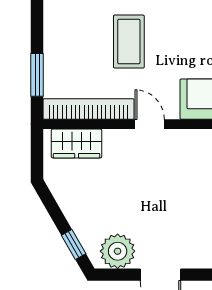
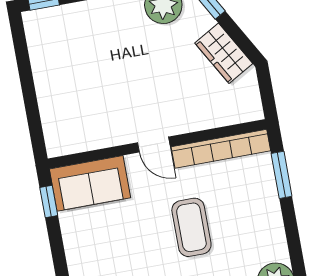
wardrobe: (77, 143) -> (224, 53), moved, turned -120

